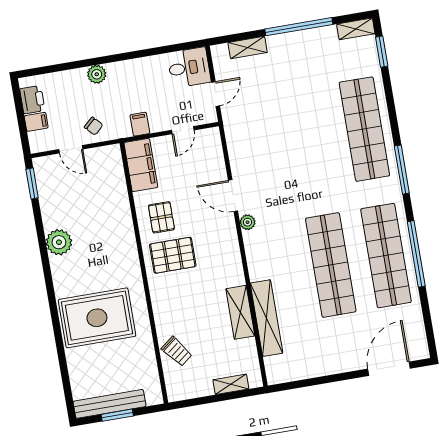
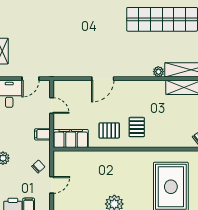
door: (216, 94) -> (31, 79), swing flipped
plant: (248, 222) -> (158, 72), moved
pallet: (173, 255) -> (137, 127), width x0.67, depth x0.71

